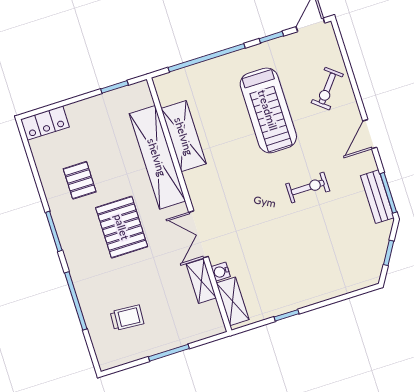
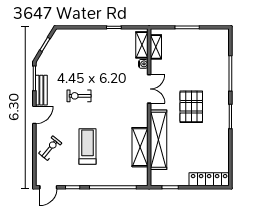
treadmill: (268, 110) -> (87, 146), width x0.73, depth x0.73
locker: (45, 123) -> (209, 179), width x1.53
pallet: (80, 180) -> (207, 141), removed
bench: (377, 197) -> (41, 90), moved
shelving: (201, 281) -> (156, 47), moved
trolley: (127, 318) -> (205, 55), removed

